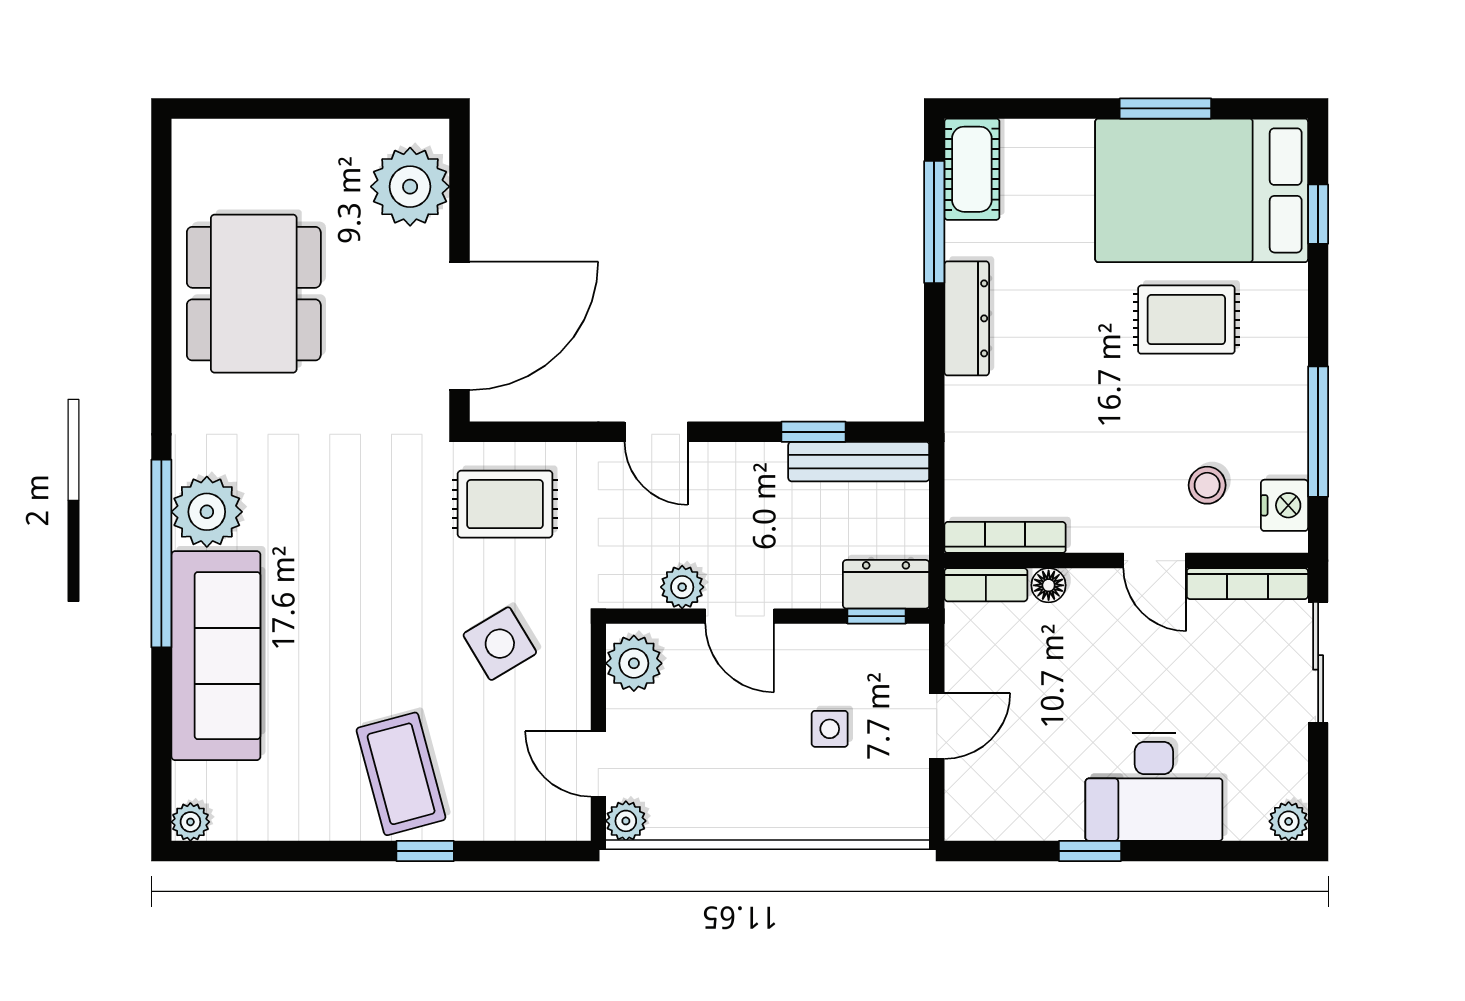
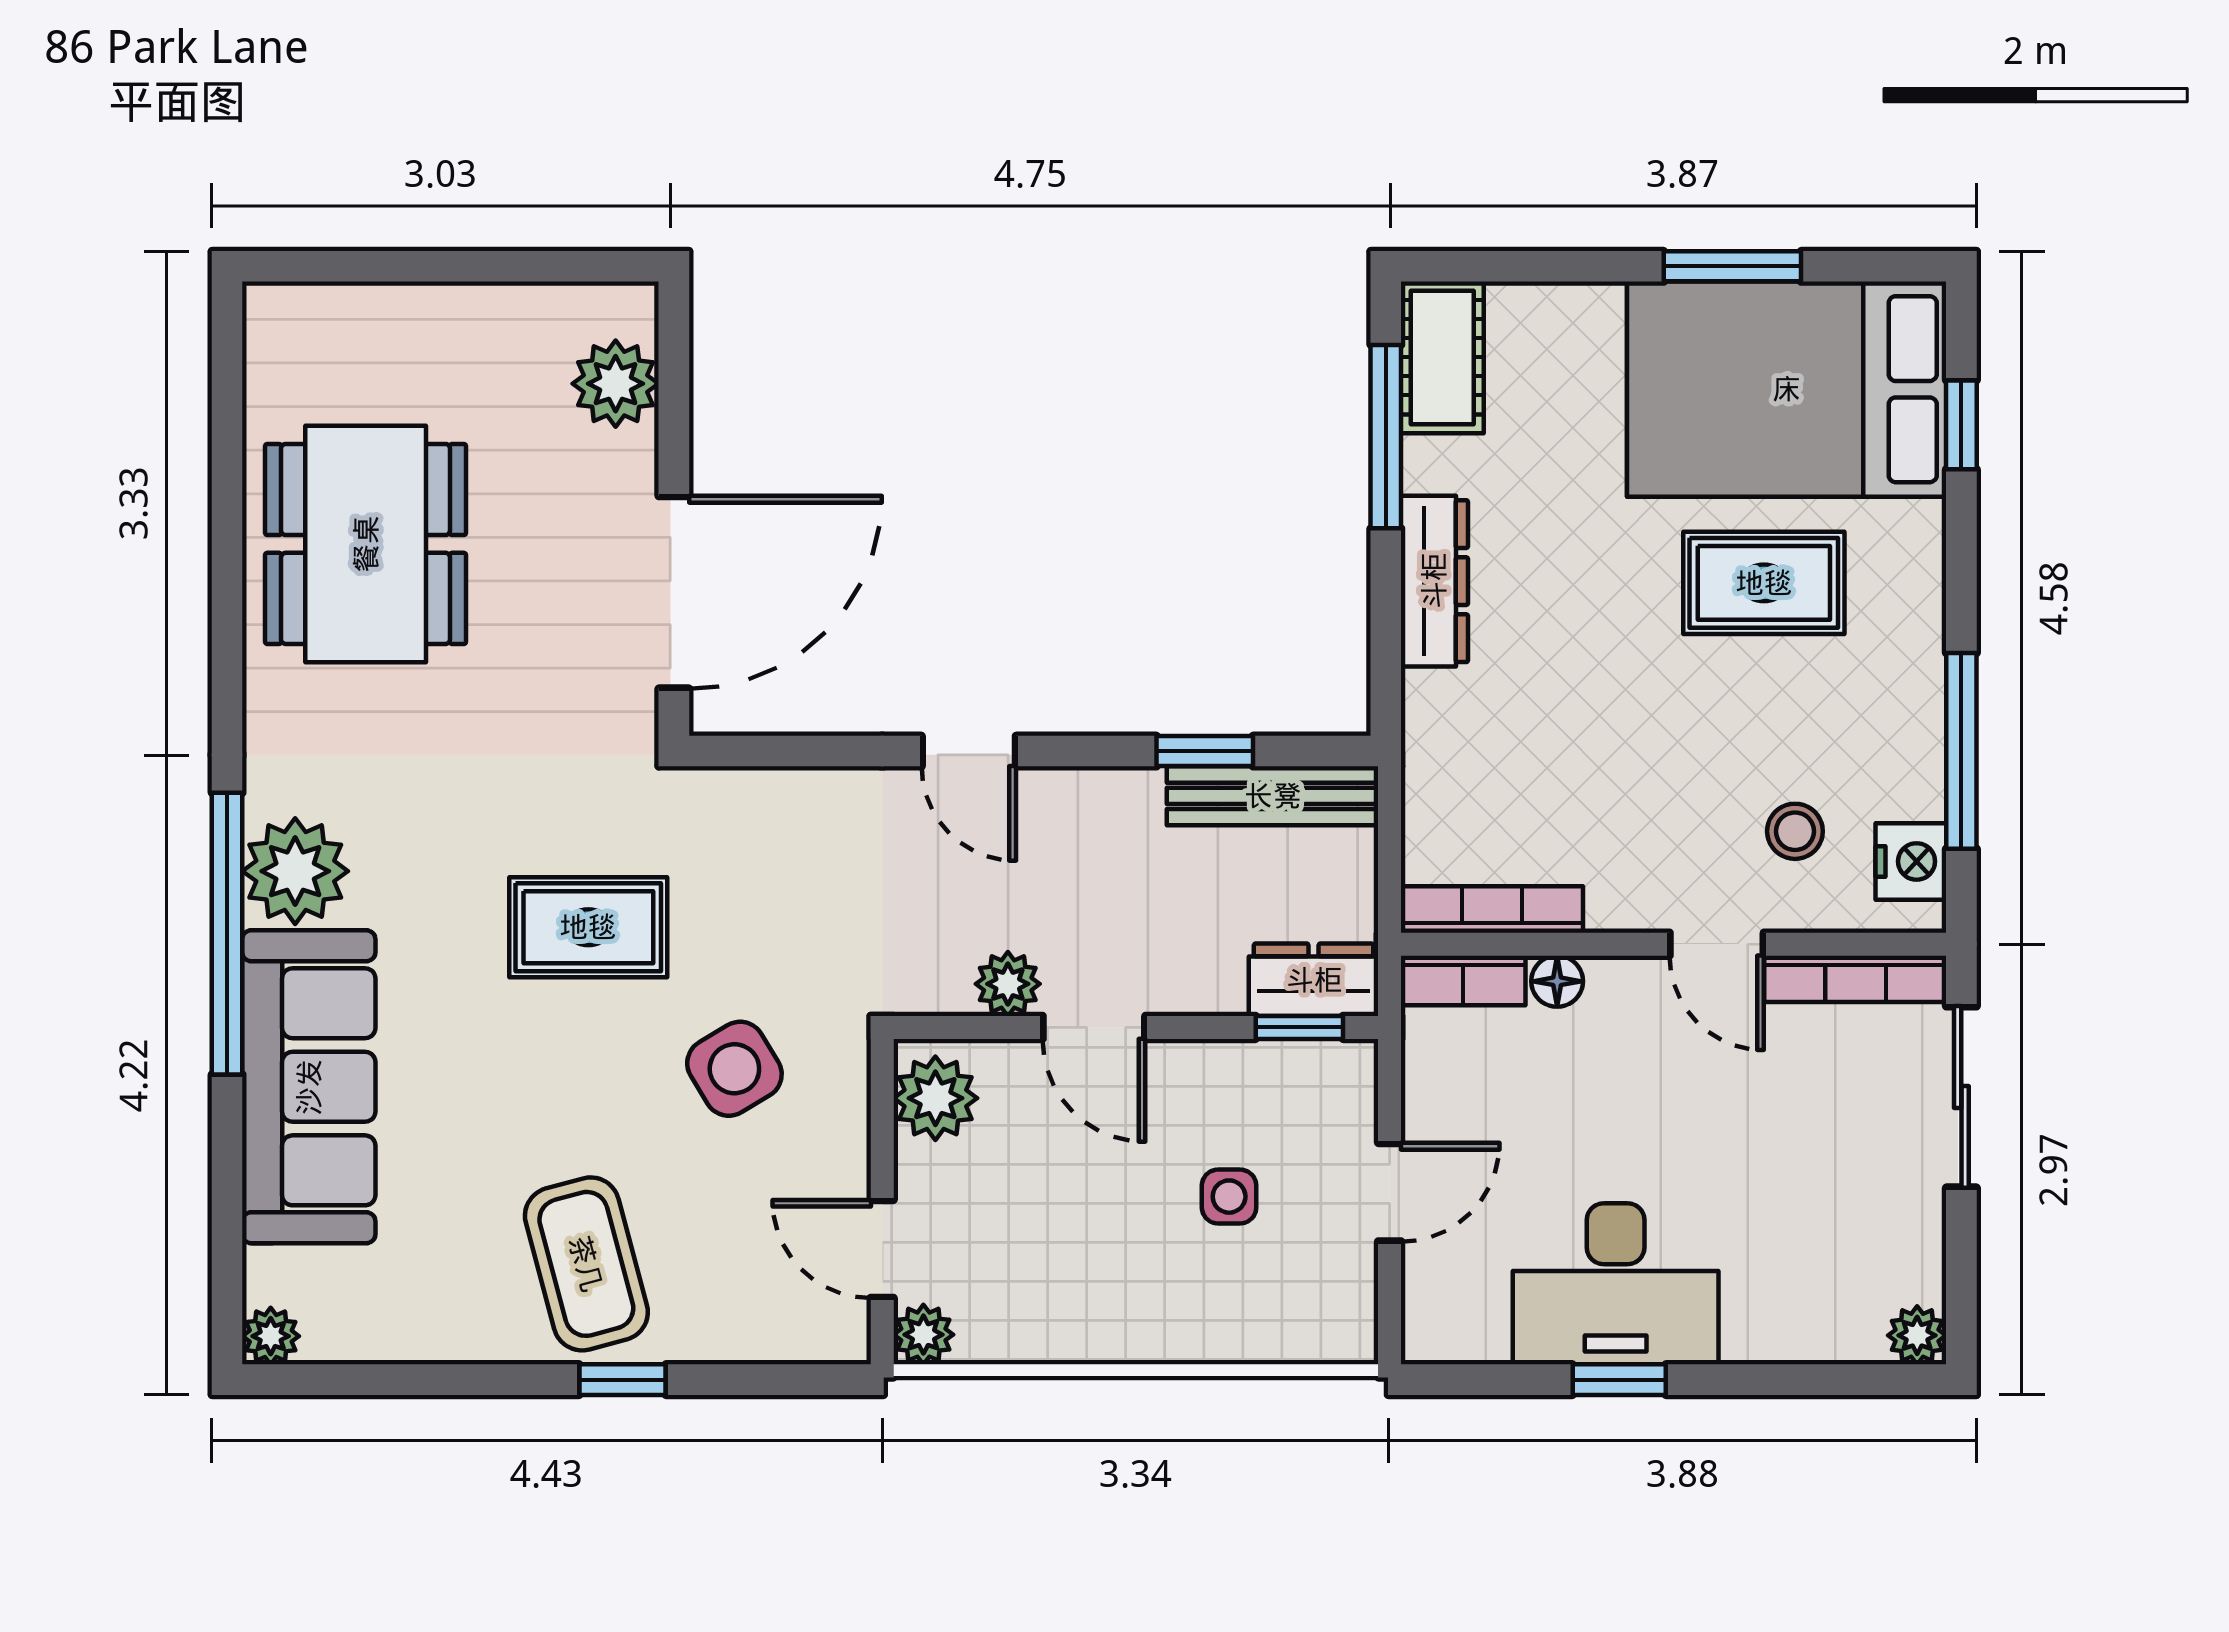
plant: (410, 187) -> (616, 384), width x0.73, depth x0.73
rug: (505, 504) -> (588, 927), moved
desk: (1154, 787) -> (1616, 1284), moved

